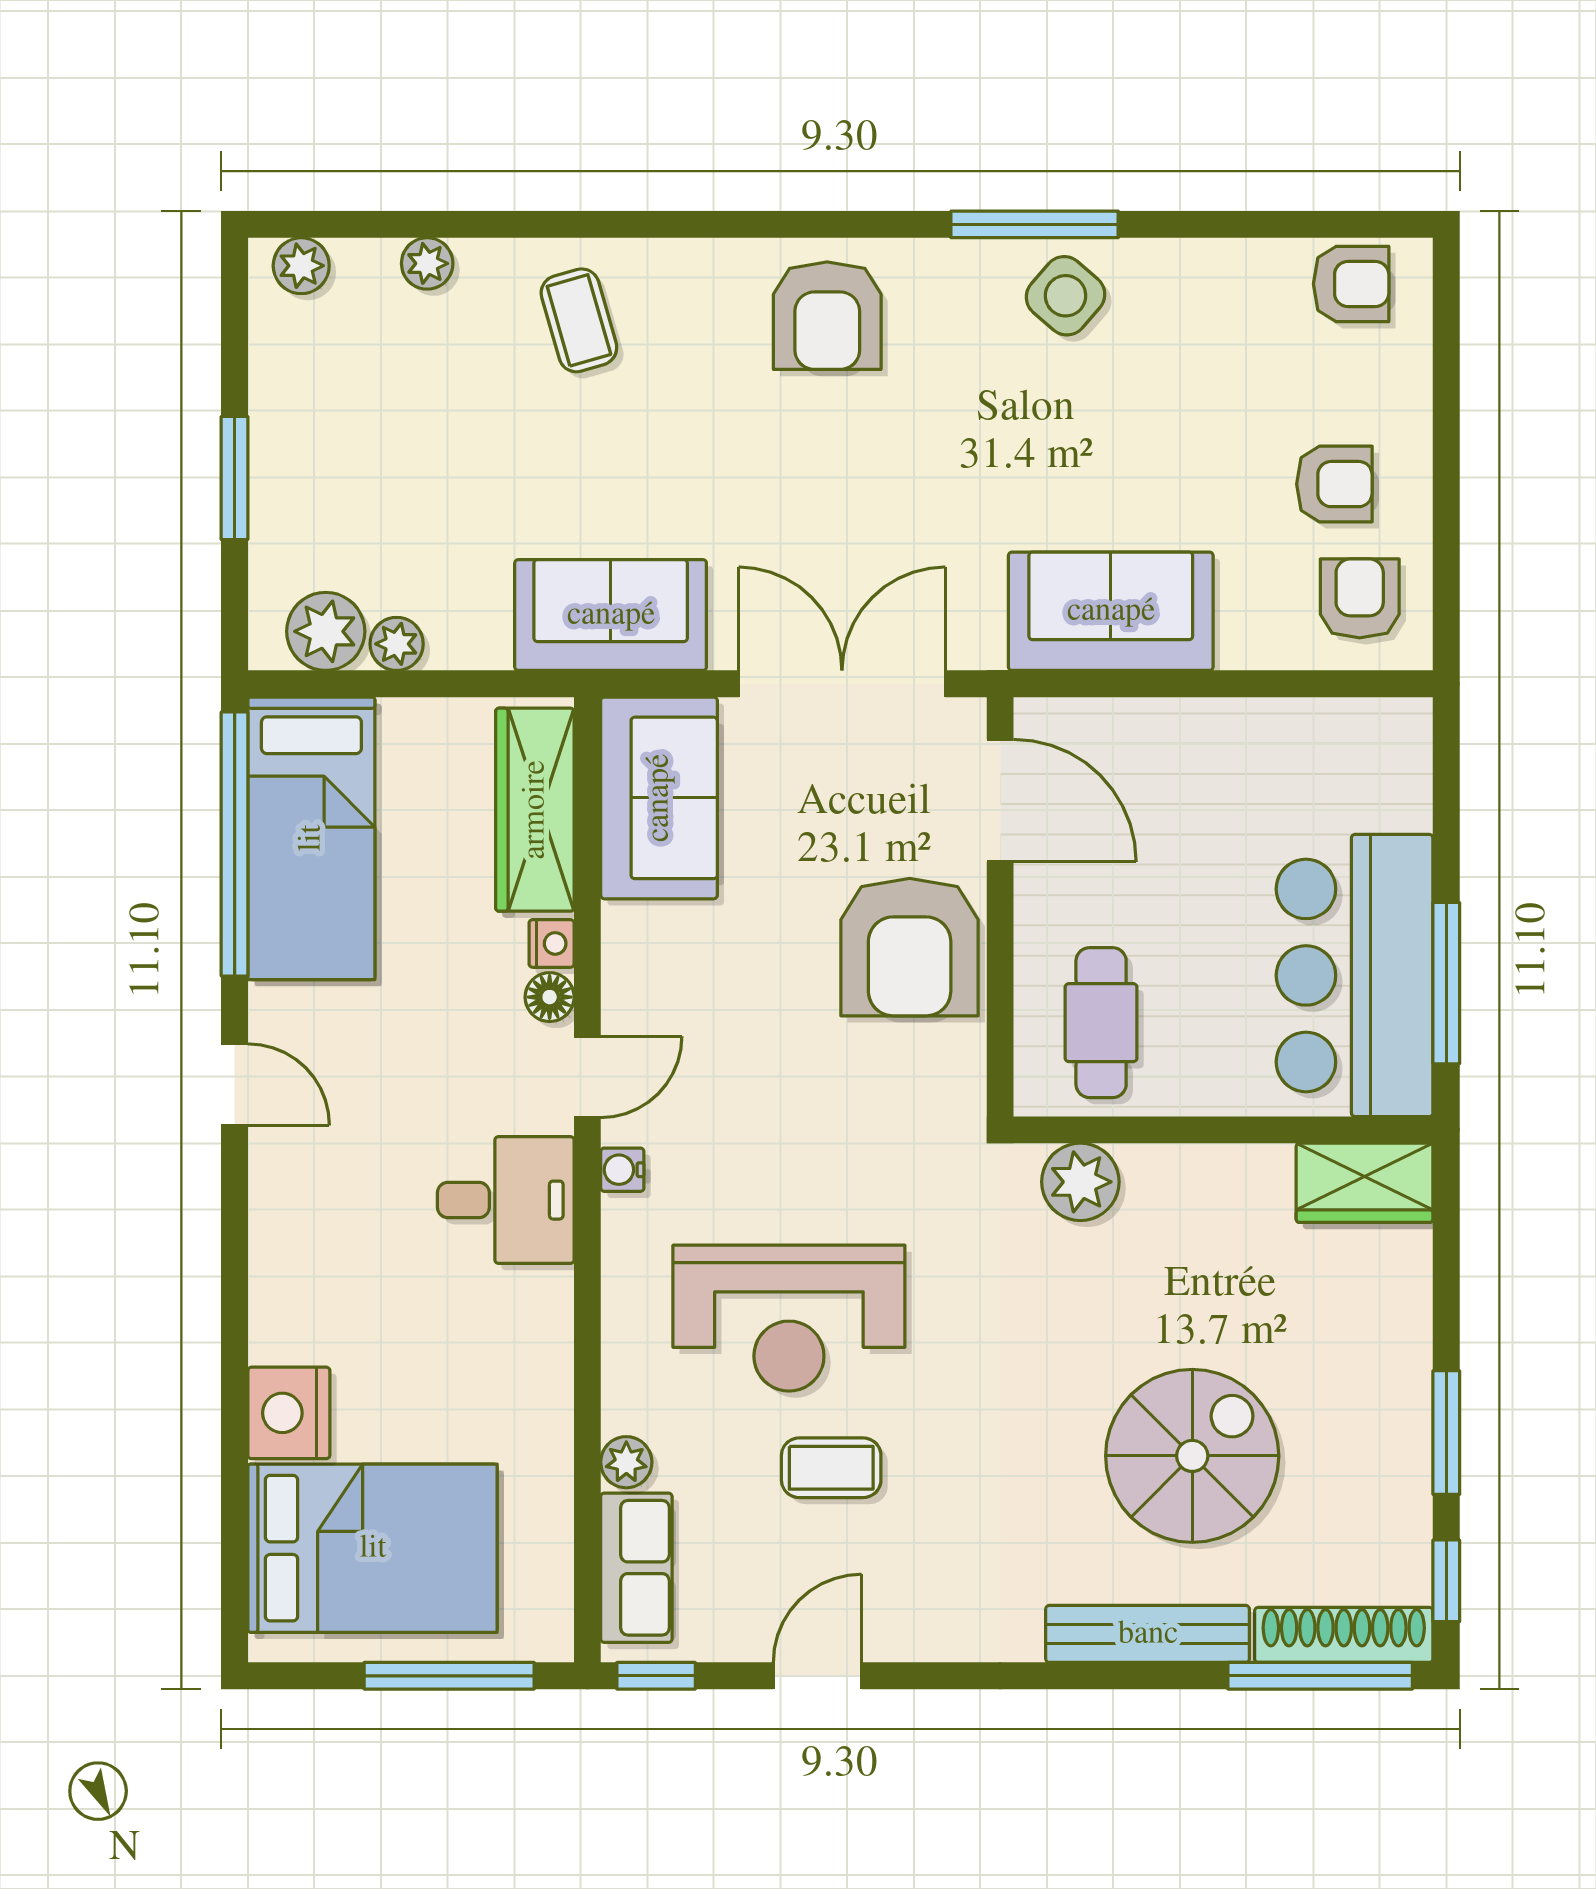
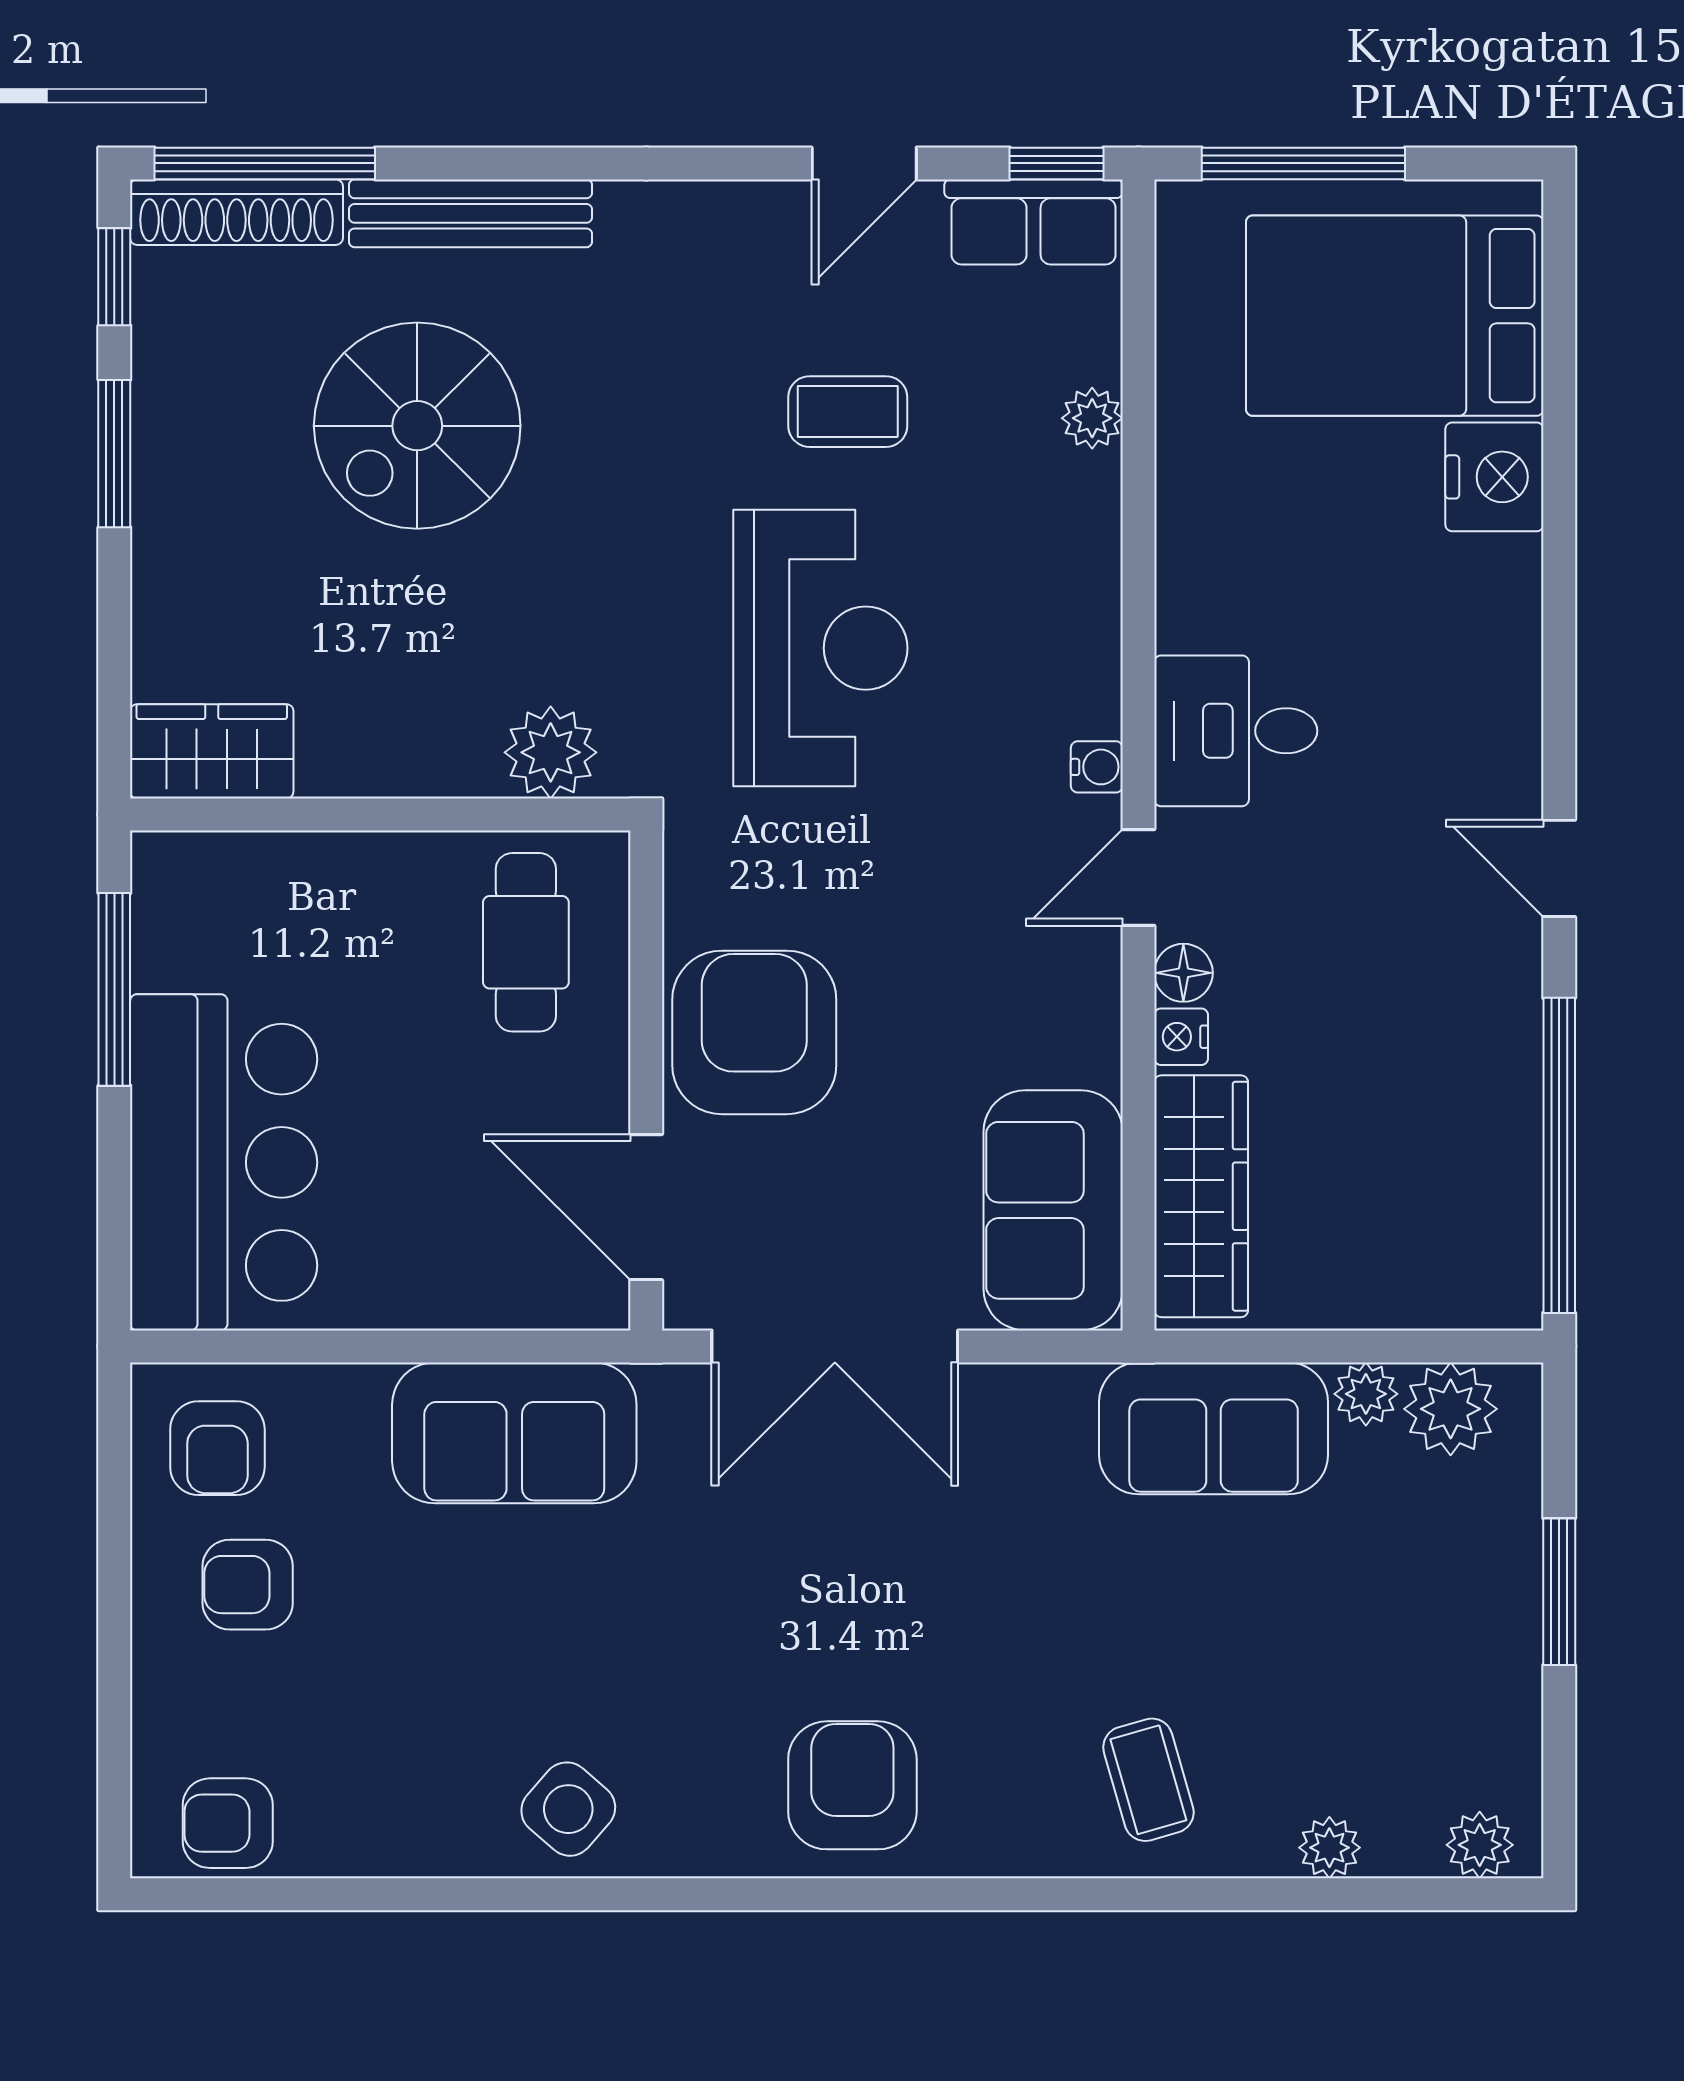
window: (1035, 224) -> (605, 1894), removed
sofa: (611, 615) -> (1214, 1428), moved
bed: (311, 838) -> (1468, 1162), removed
bar counter: (1355, 975) -> (224, 1162), moved
reception desk: (789, 1318) -> (820, 648), moved, turned 90
row of seats: (636, 1568) -> (1034, 222), moved, turned -90

